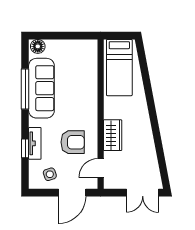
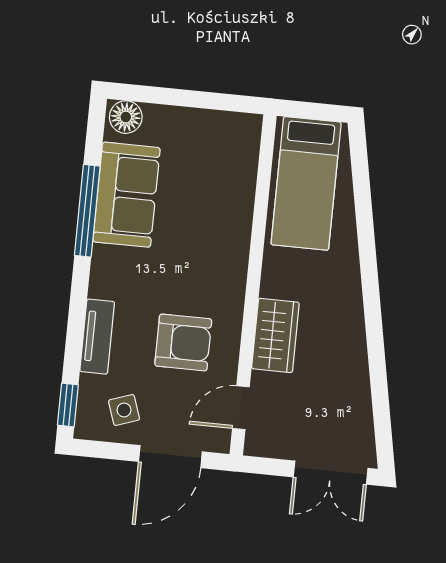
sofa: (41, 88) -> (126, 195), width x0.73
window: (25, 148) -> (68, 405), moved

